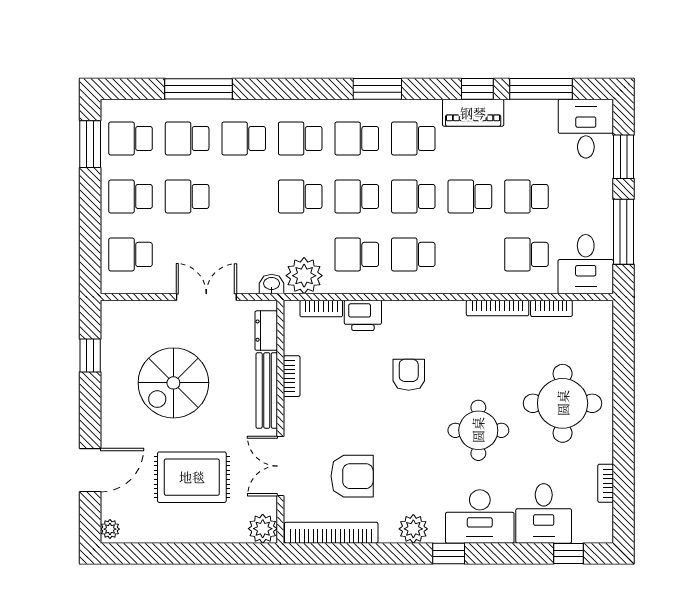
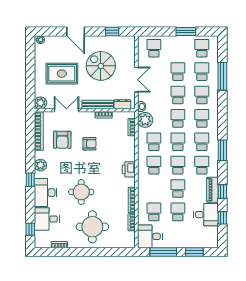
window: (541, 89) -> (222, 218), width x0.46
desk: (586, 129) -> (206, 215), moved
window: (90, 144) -> (186, 31), moved
school desk: (131, 196) -> (178, 95), moved
printer: (363, 315) -> (129, 169), moved
armchair: (409, 375) -> (89, 144), moved
door: (90, 470) -> (76, 31), moved
rug: (192, 477) -> (62, 74), turned 90

